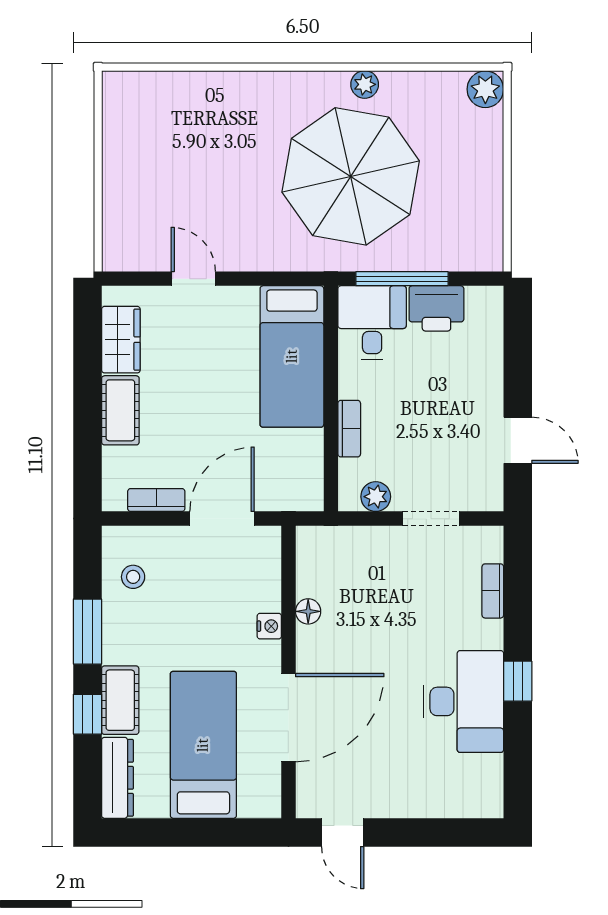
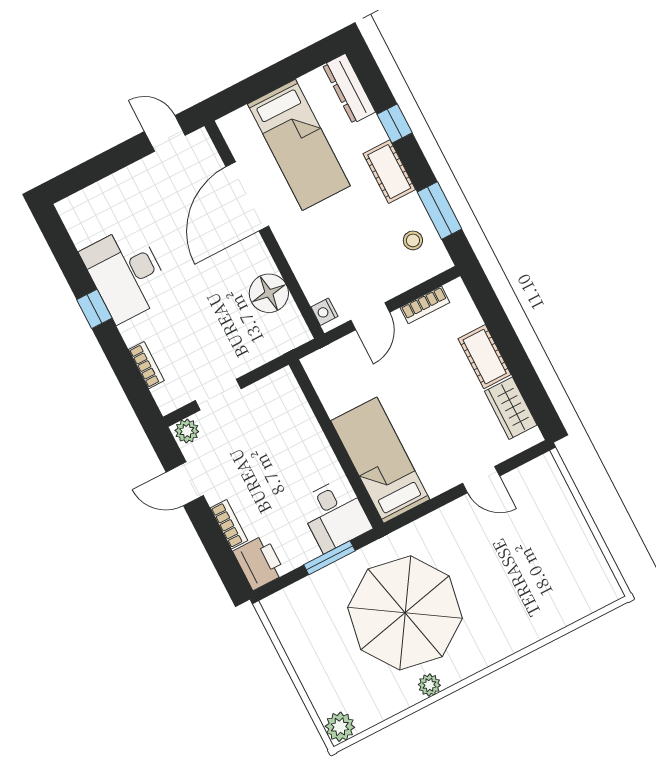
window: (402, 279) -> (329, 558), width x0.69
printer: (436, 308) -> (259, 562), moved, turned 90
bookcase: (349, 429) -> (229, 524), moved, turned 180
plant: (376, 497) -> (187, 431), moved
door: (222, 519) -> (370, 316), width x0.73
floor lamp: (308, 611) -> (269, 293), width x1.89, depth x1.89
nightstand: (269, 626) -> (324, 312), moved
window: (87, 632) -> (439, 211), moved
cot: (120, 700) -> (389, 172), moved

